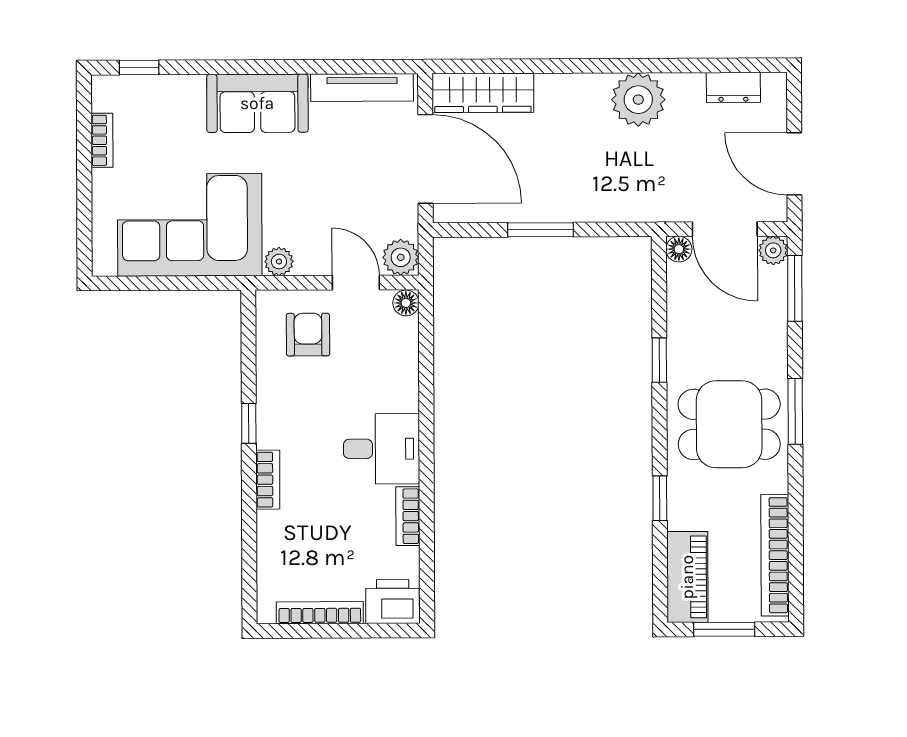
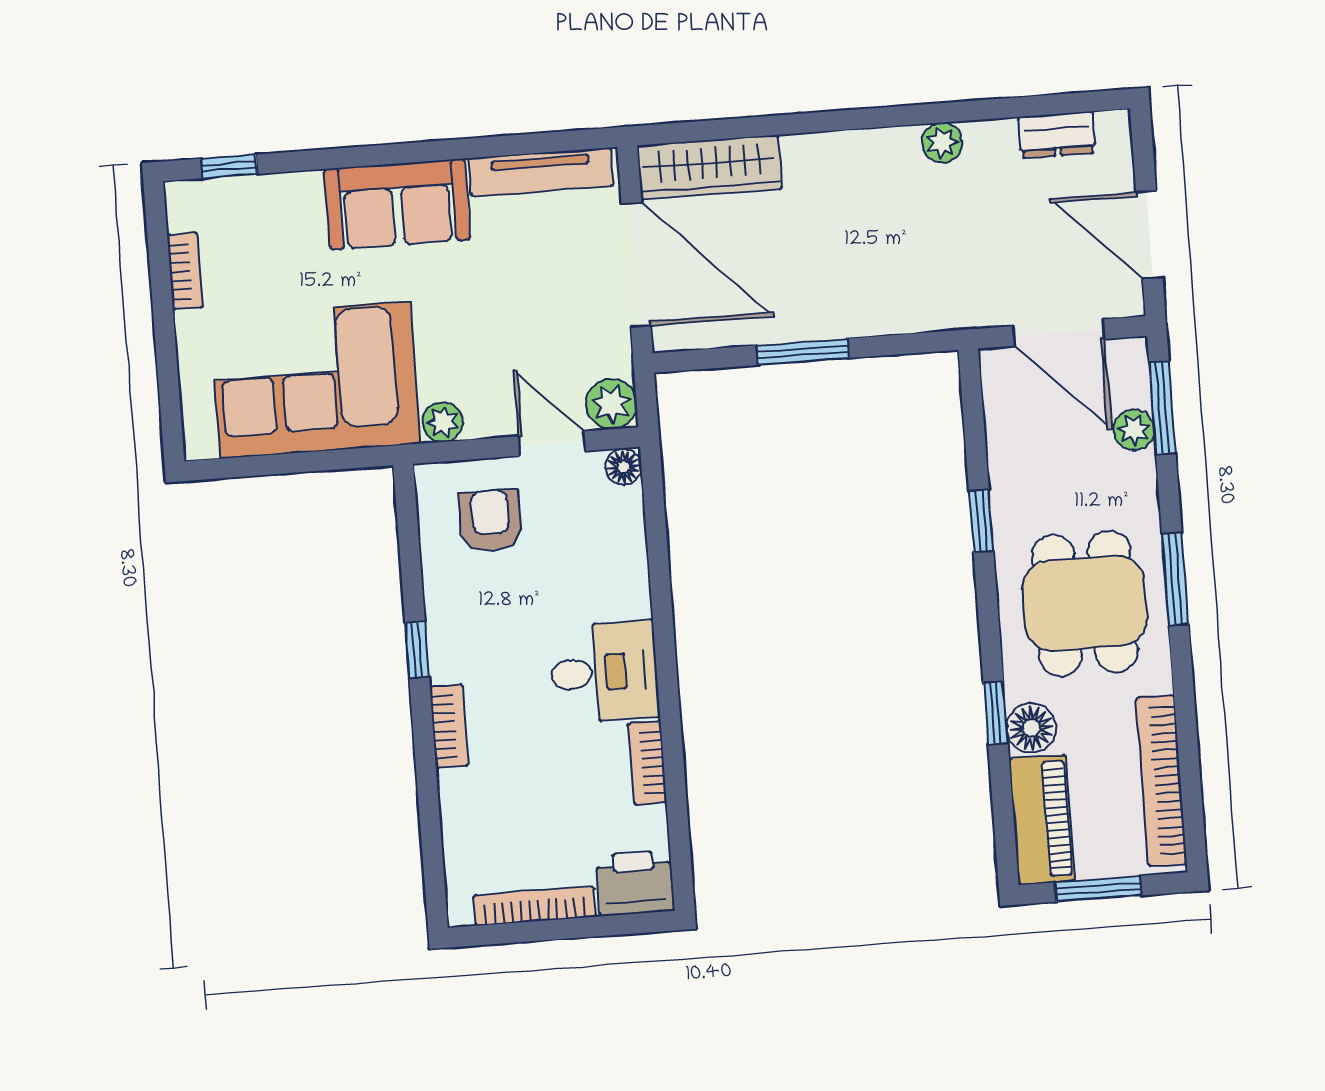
plant: (638, 100) -> (942, 142), width x0.53, depth x0.53
floor lamp: (679, 249) -> (1031, 728), moved, width x1.37, depth x1.37
plant: (773, 250) -> (1134, 430), moved
dining table: (729, 424) -> (1085, 603), turned 90

